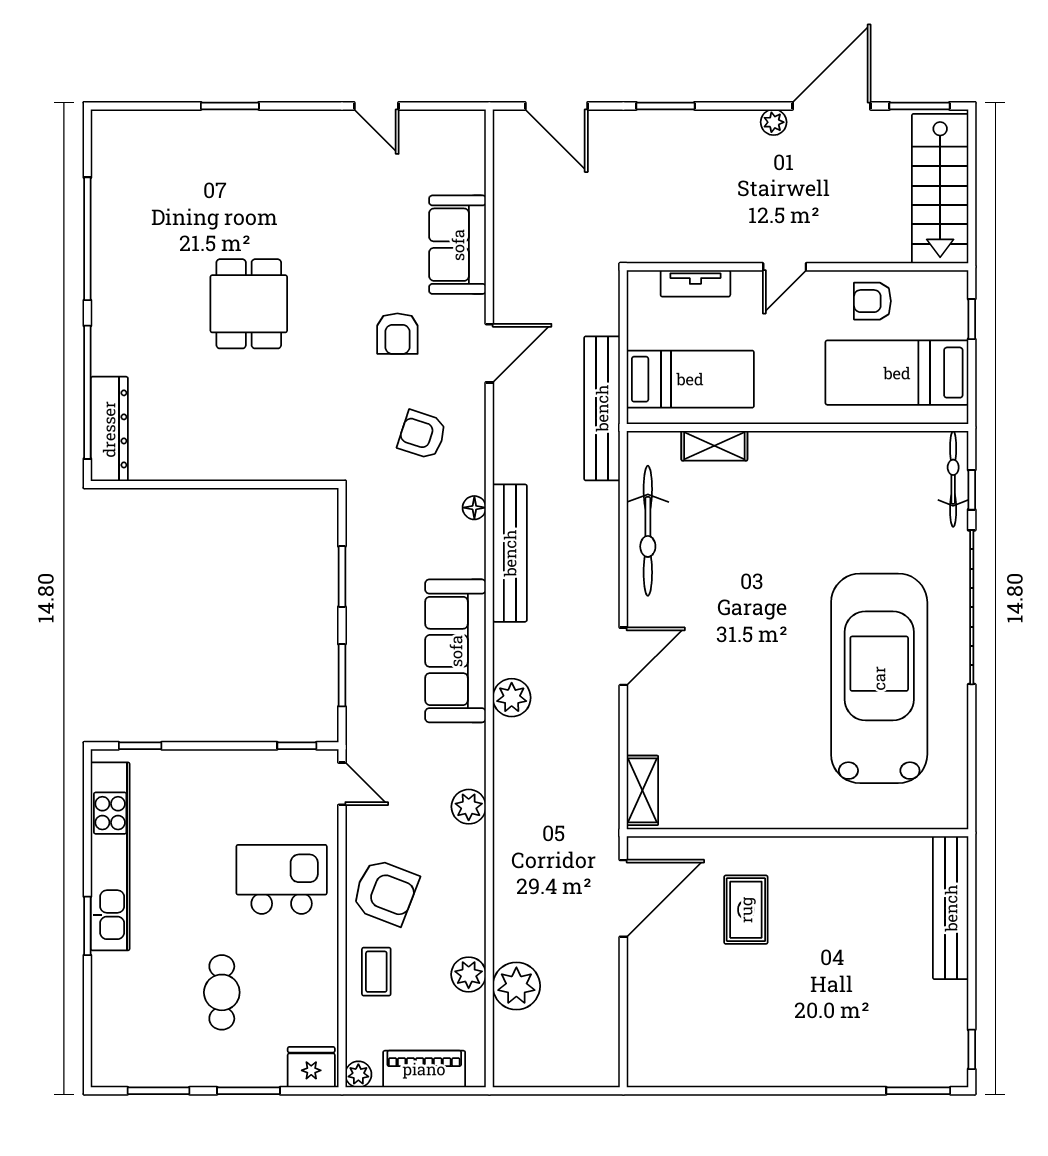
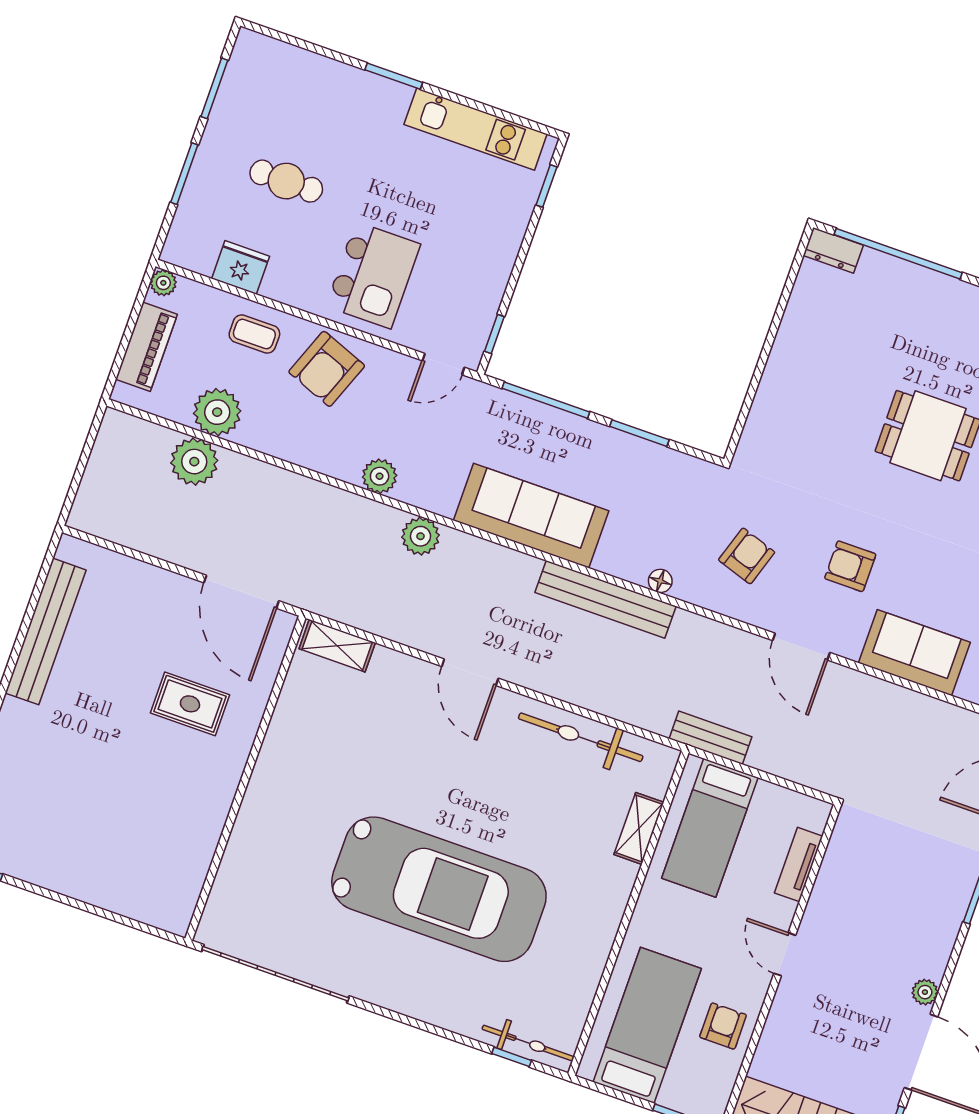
bench: (602, 408) -> (711, 738), width x0.54, depth x0.82
dresser: (109, 429) -> (833, 250), width x0.51, depth x0.80
garage door: (972, 607) -> (275, 974), moved
window: (342, 675) -> (546, 400), width x1.44
car: (879, 678) -> (439, 889), moved
plant: (512, 698) -> (420, 536), moved
kitchen unit: (110, 856) -> (476, 129), width x0.73
bench: (951, 908) -> (46, 631), moved, turned 90
plant: (469, 974) -> (217, 412), width x1.36, depth x1.36
fridge: (311, 1067) -> (241, 267), moved, turned -90

